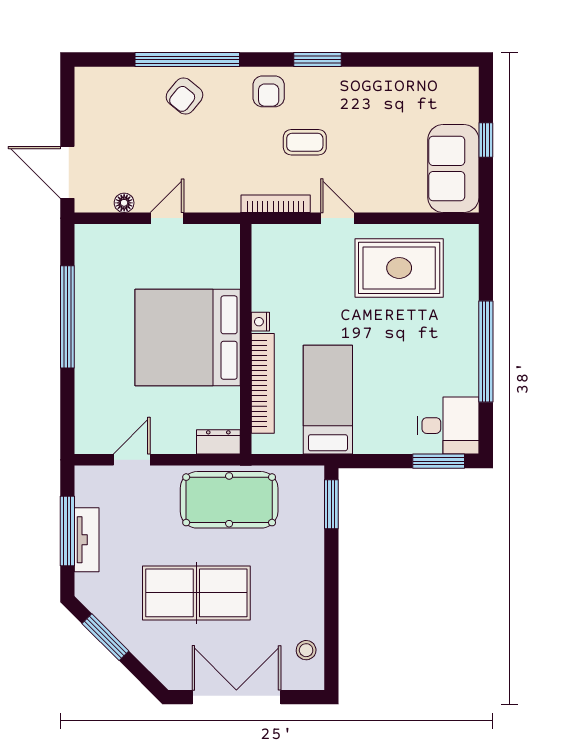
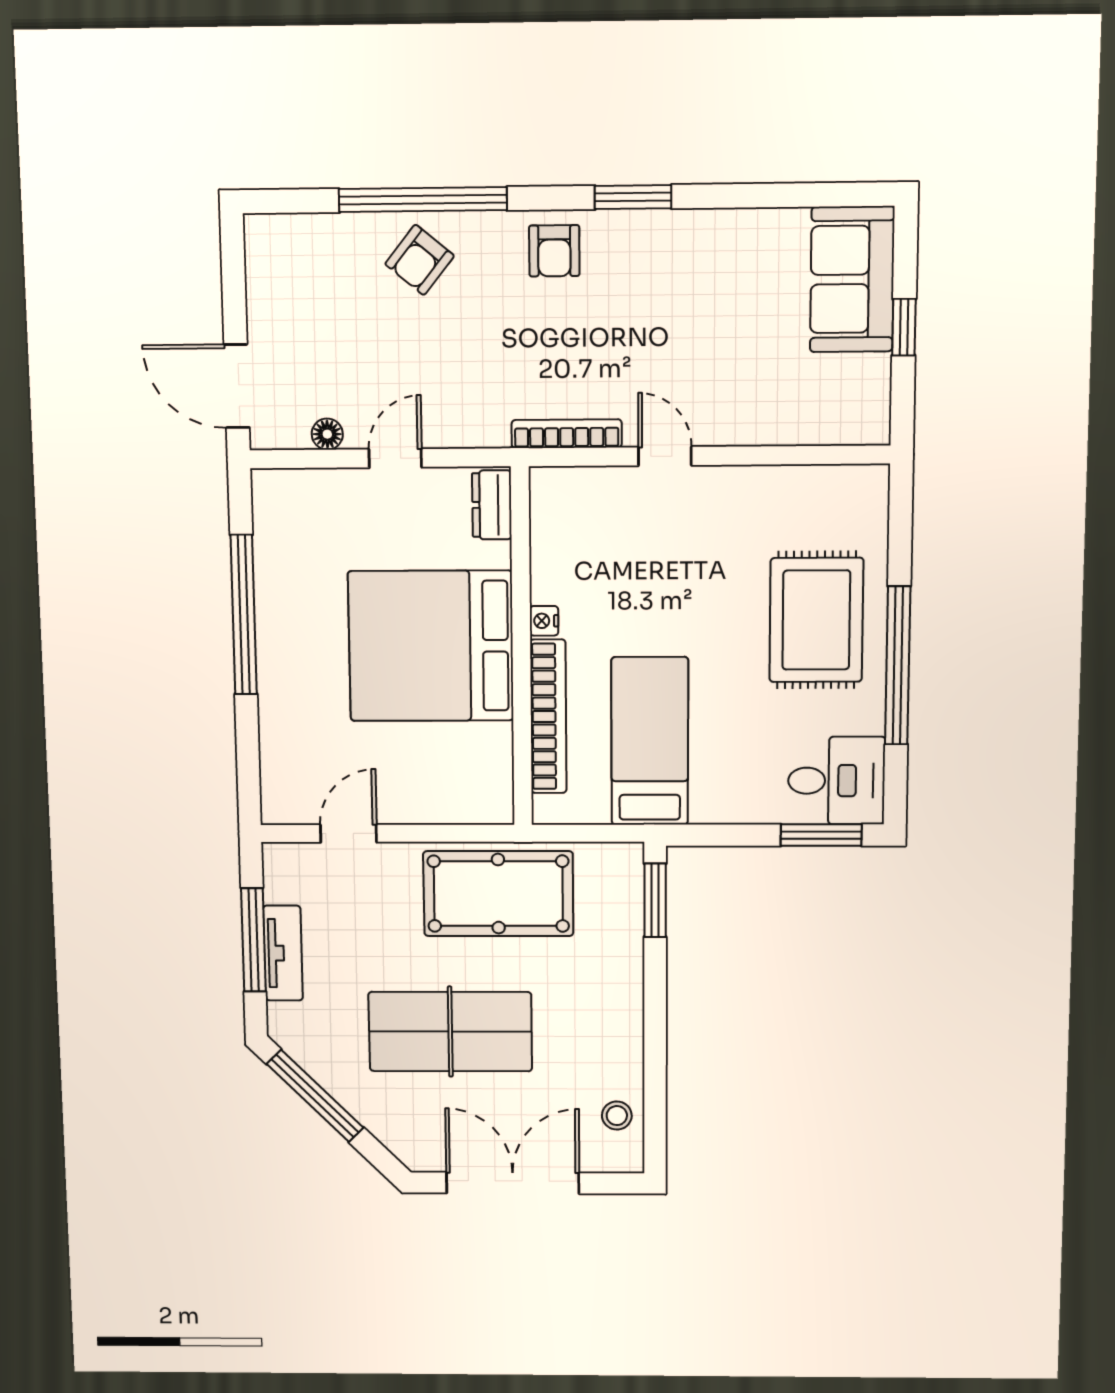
coffee table: (305, 142) -> (613, 334), removed
sofa: (453, 169) -> (852, 279), moved
rug: (399, 268) -> (816, 620), moved, turned 90
dresser: (218, 442) -> (492, 505), moved, turned -90
window: (105, 637) -> (315, 1096), width x1.44

